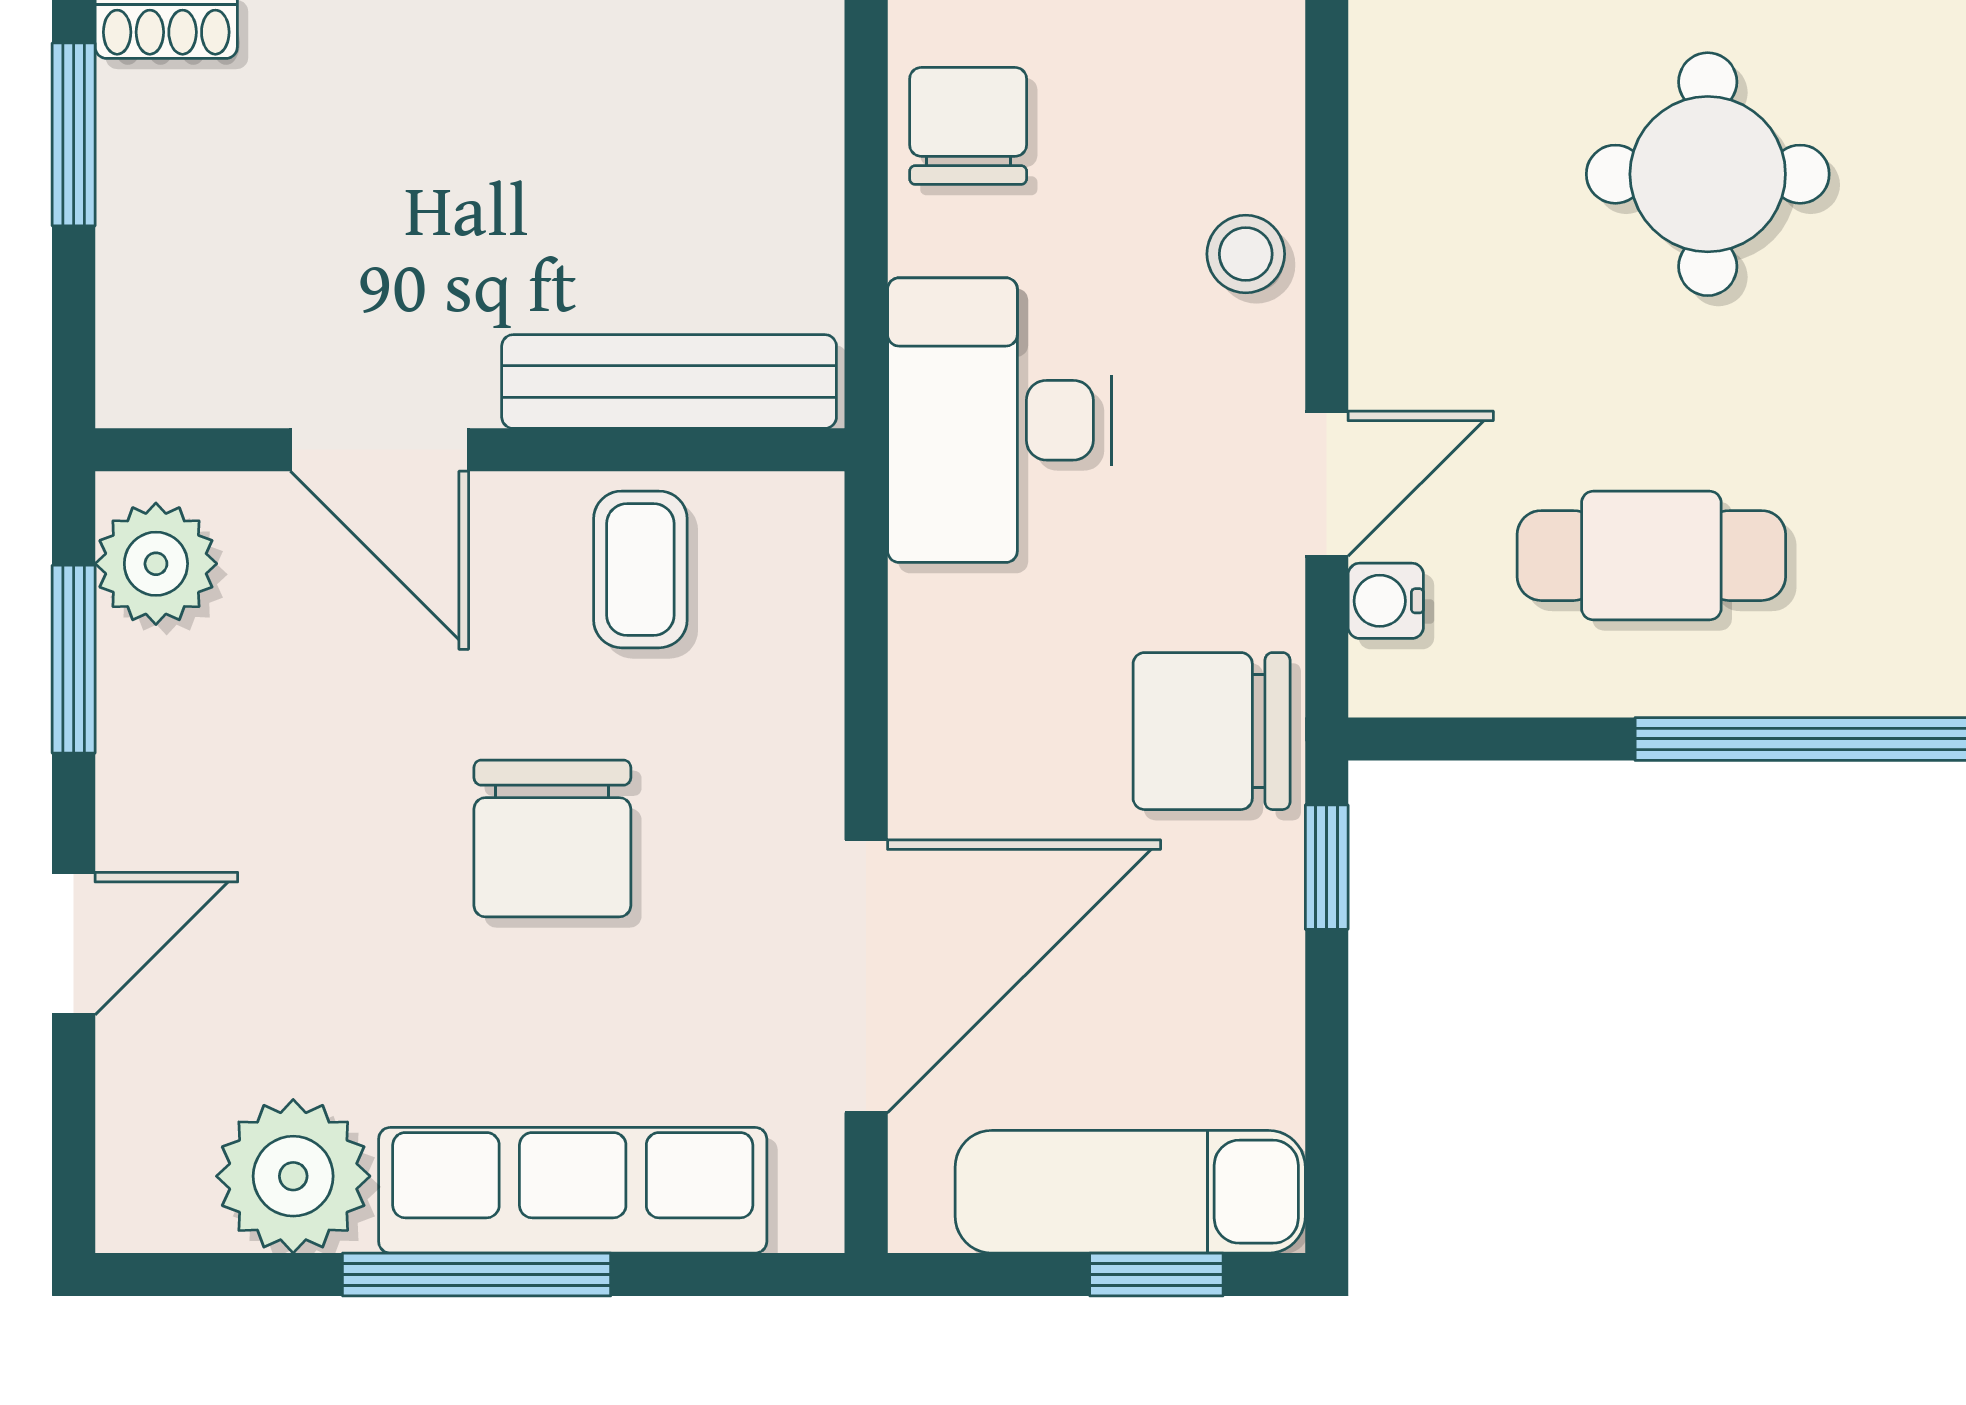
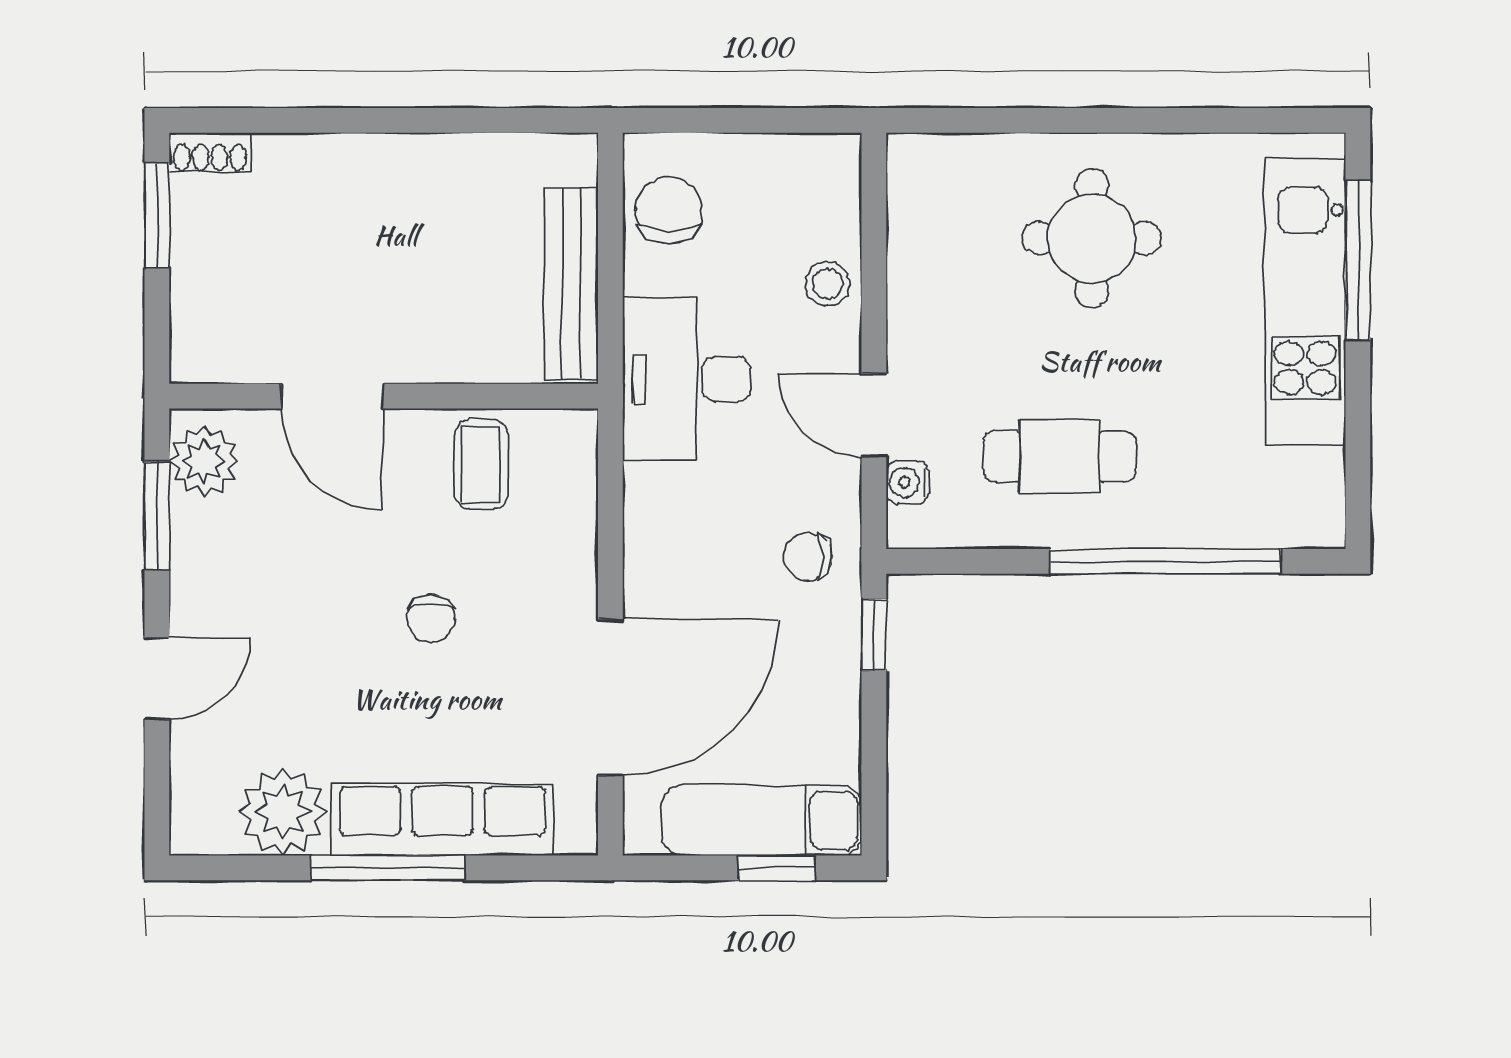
bench: (669, 382) -> (571, 284), moved, turned 90
door: (1327, 484) -> (874, 415), swing flipped
chair: (1212, 731) -> (808, 557), width x0.54, depth x0.54
chair: (552, 838) -> (431, 618), width x0.54, depth x0.54

